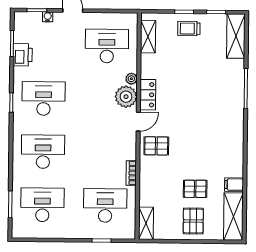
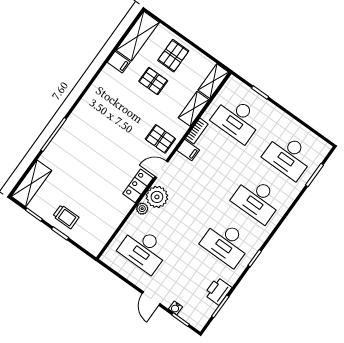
shelving: (148, 37) -> (194, 109), moved
filing cabinet: (127, 153) -> (188, 150), added

